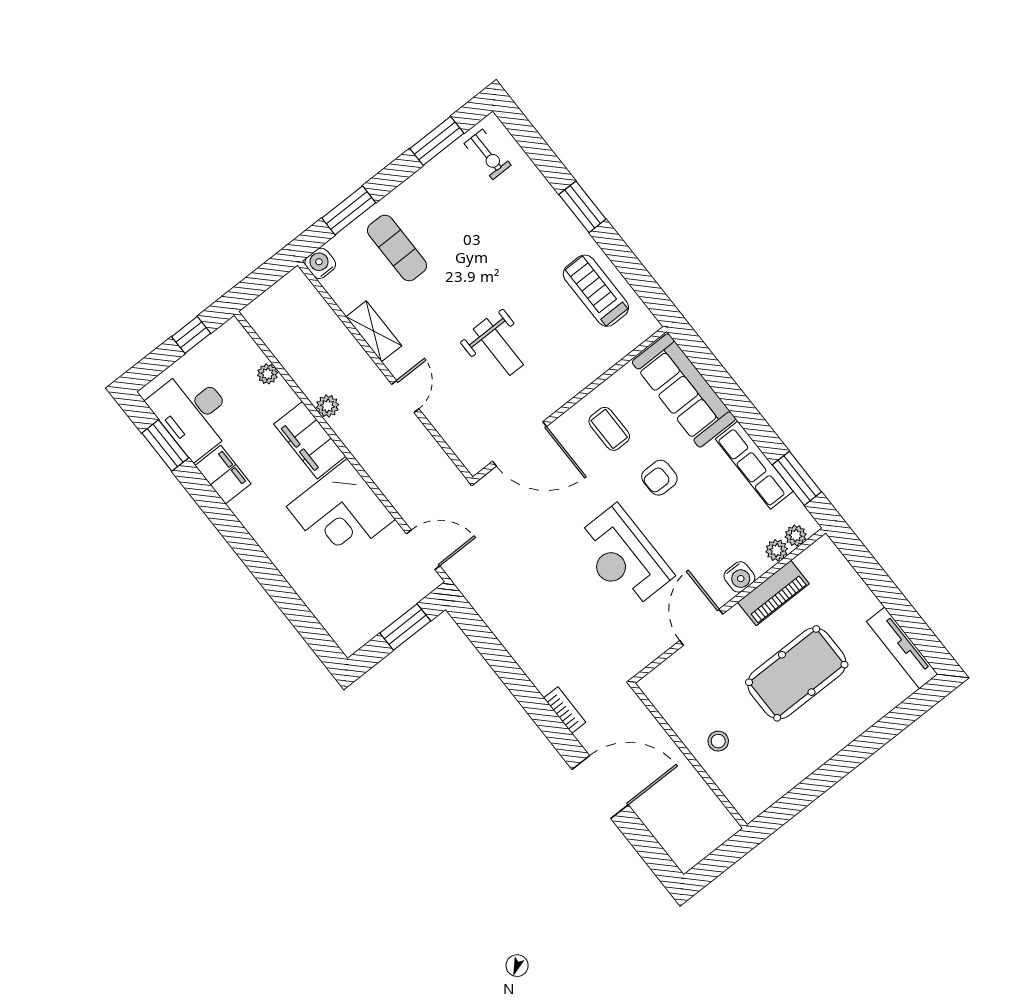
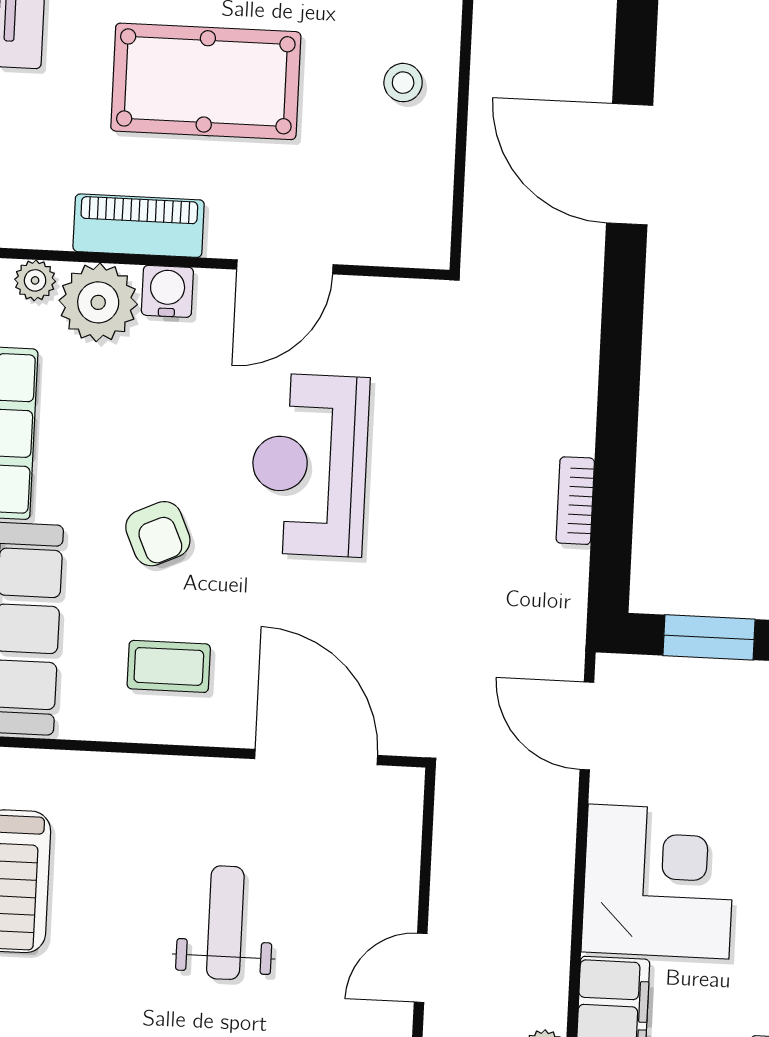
coffee table: (609, 429) -> (169, 666), turned 90
armchair: (659, 478) -> (158, 534), turned 66
plant: (777, 550) -> (98, 302), width x1.88, depth x1.88
reception desk: (623, 557) -> (309, 465), turned 180
bookcase: (565, 710) -> (575, 501), moved

